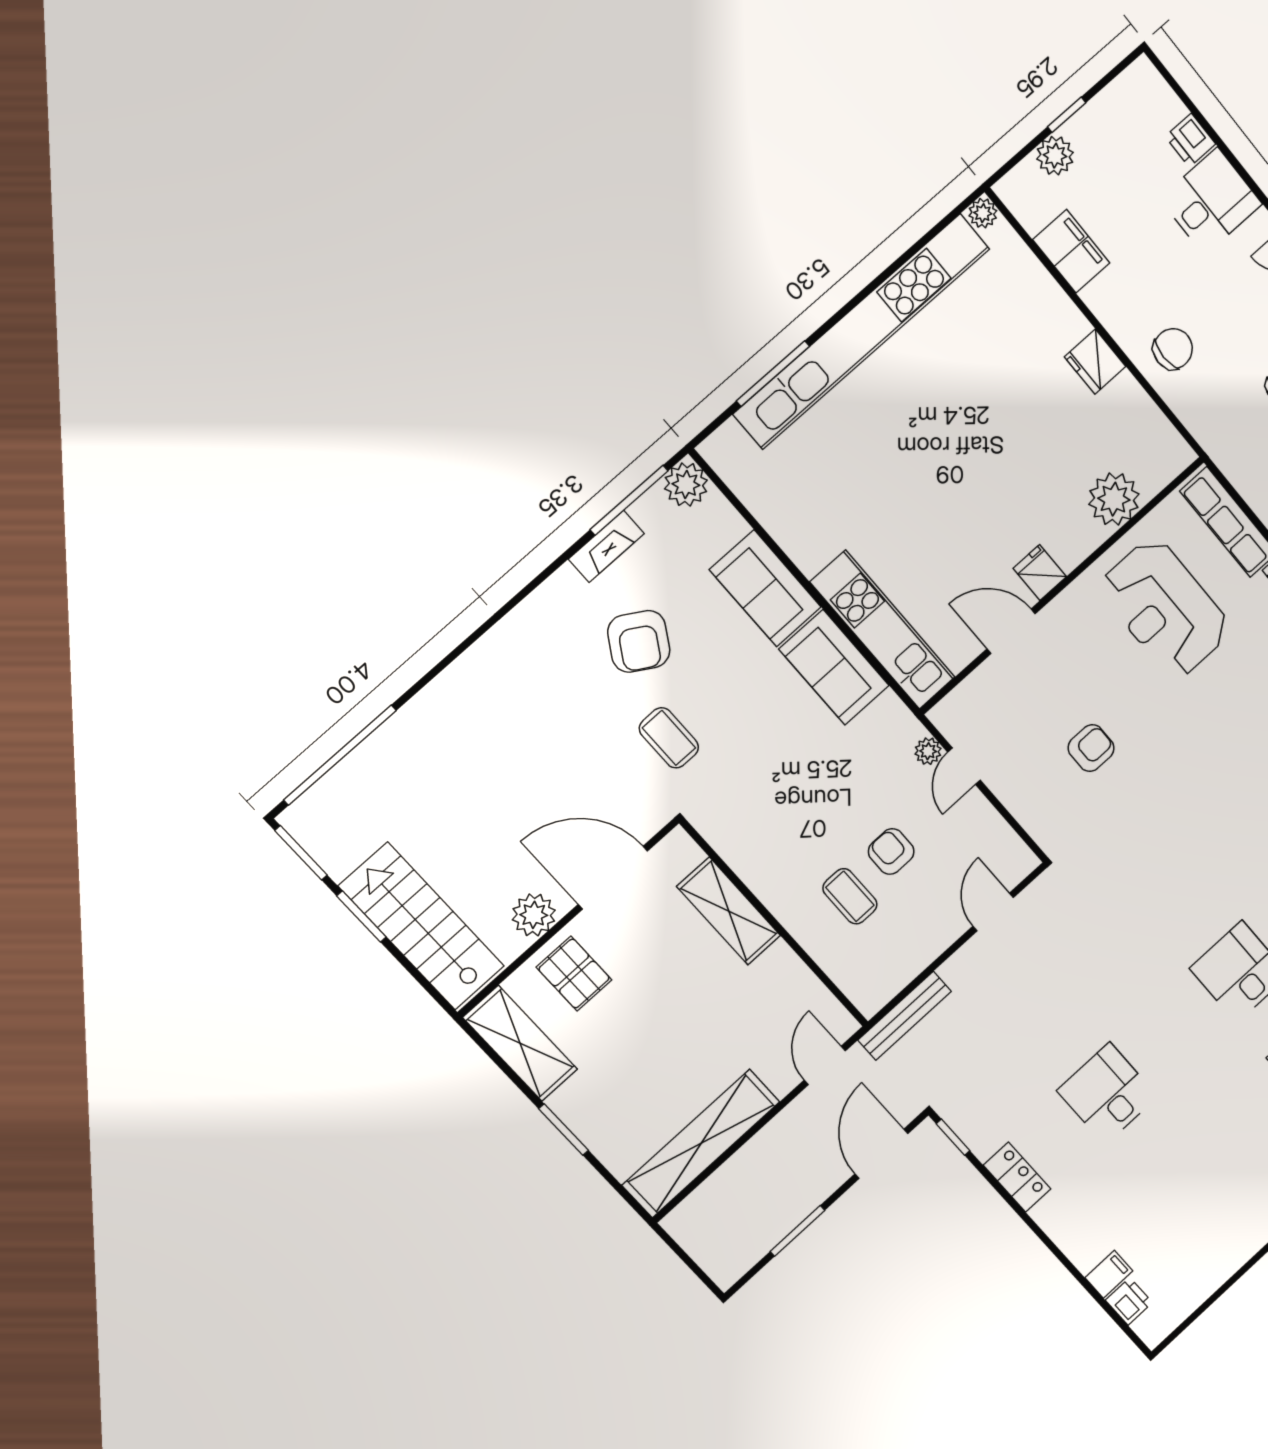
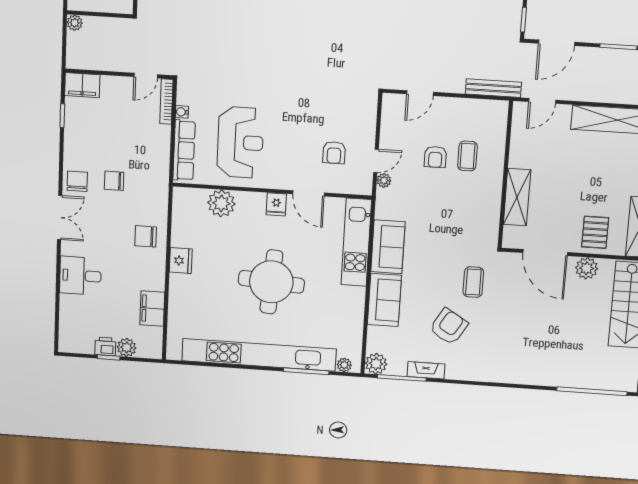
printer: (1190, 140) -> (105, 346), moved, turned -90
plant: (983, 213) -> (344, 365), moved
round table: (945, 456) -> (271, 282), added
armchair: (1091, 748) -> (334, 153), moved, turned -90

